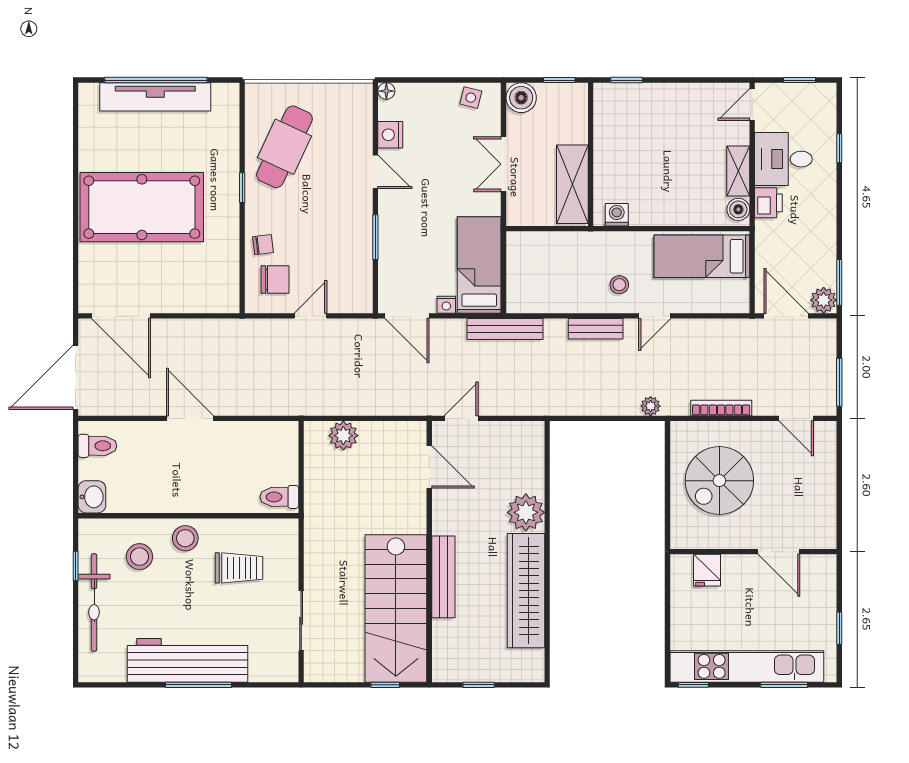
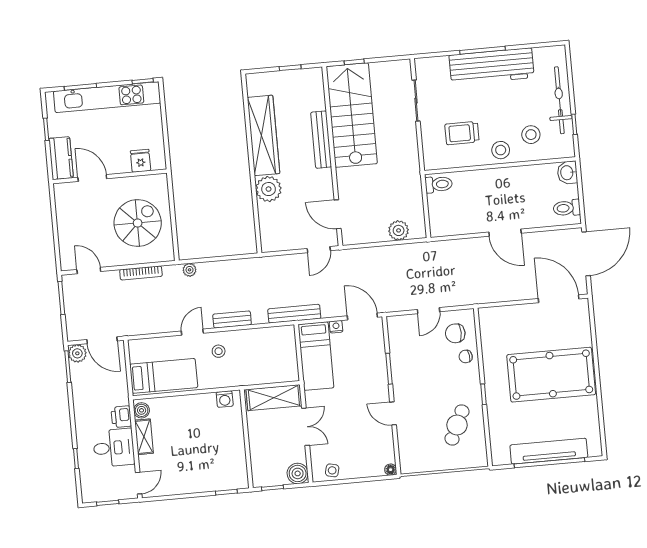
nightstand: (390, 135) -> (385, 440), removed
cafe table: (285, 147) -> (457, 425), width x0.73, depth x0.74
shelving: (572, 184) -> (274, 398), moved, turned 90
kitchen counter: (822, 584) -> (61, 158), added

